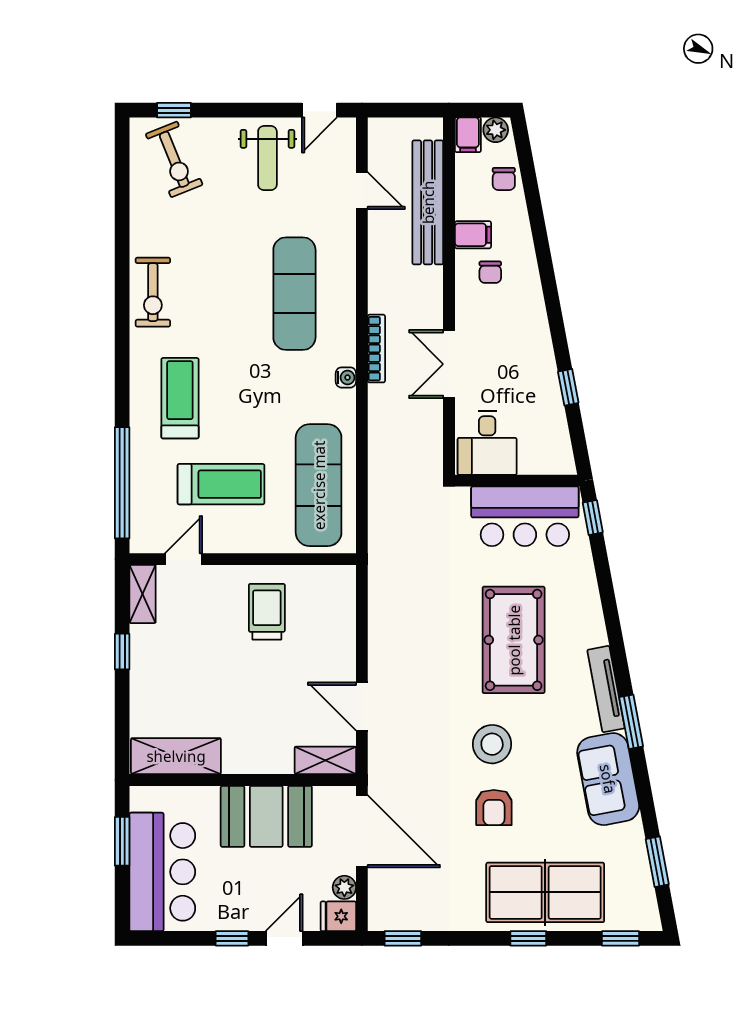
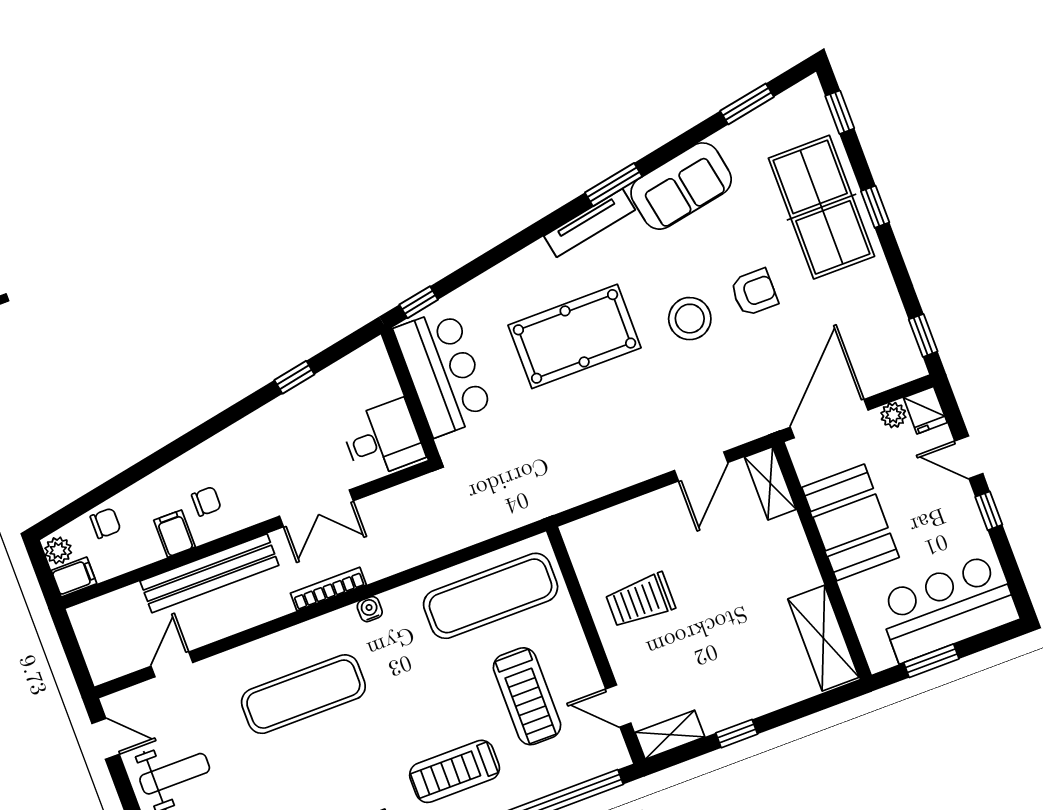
bench: (428, 202) -> (209, 573), moved
treadmill: (221, 484) -> (527, 696), turned 180

